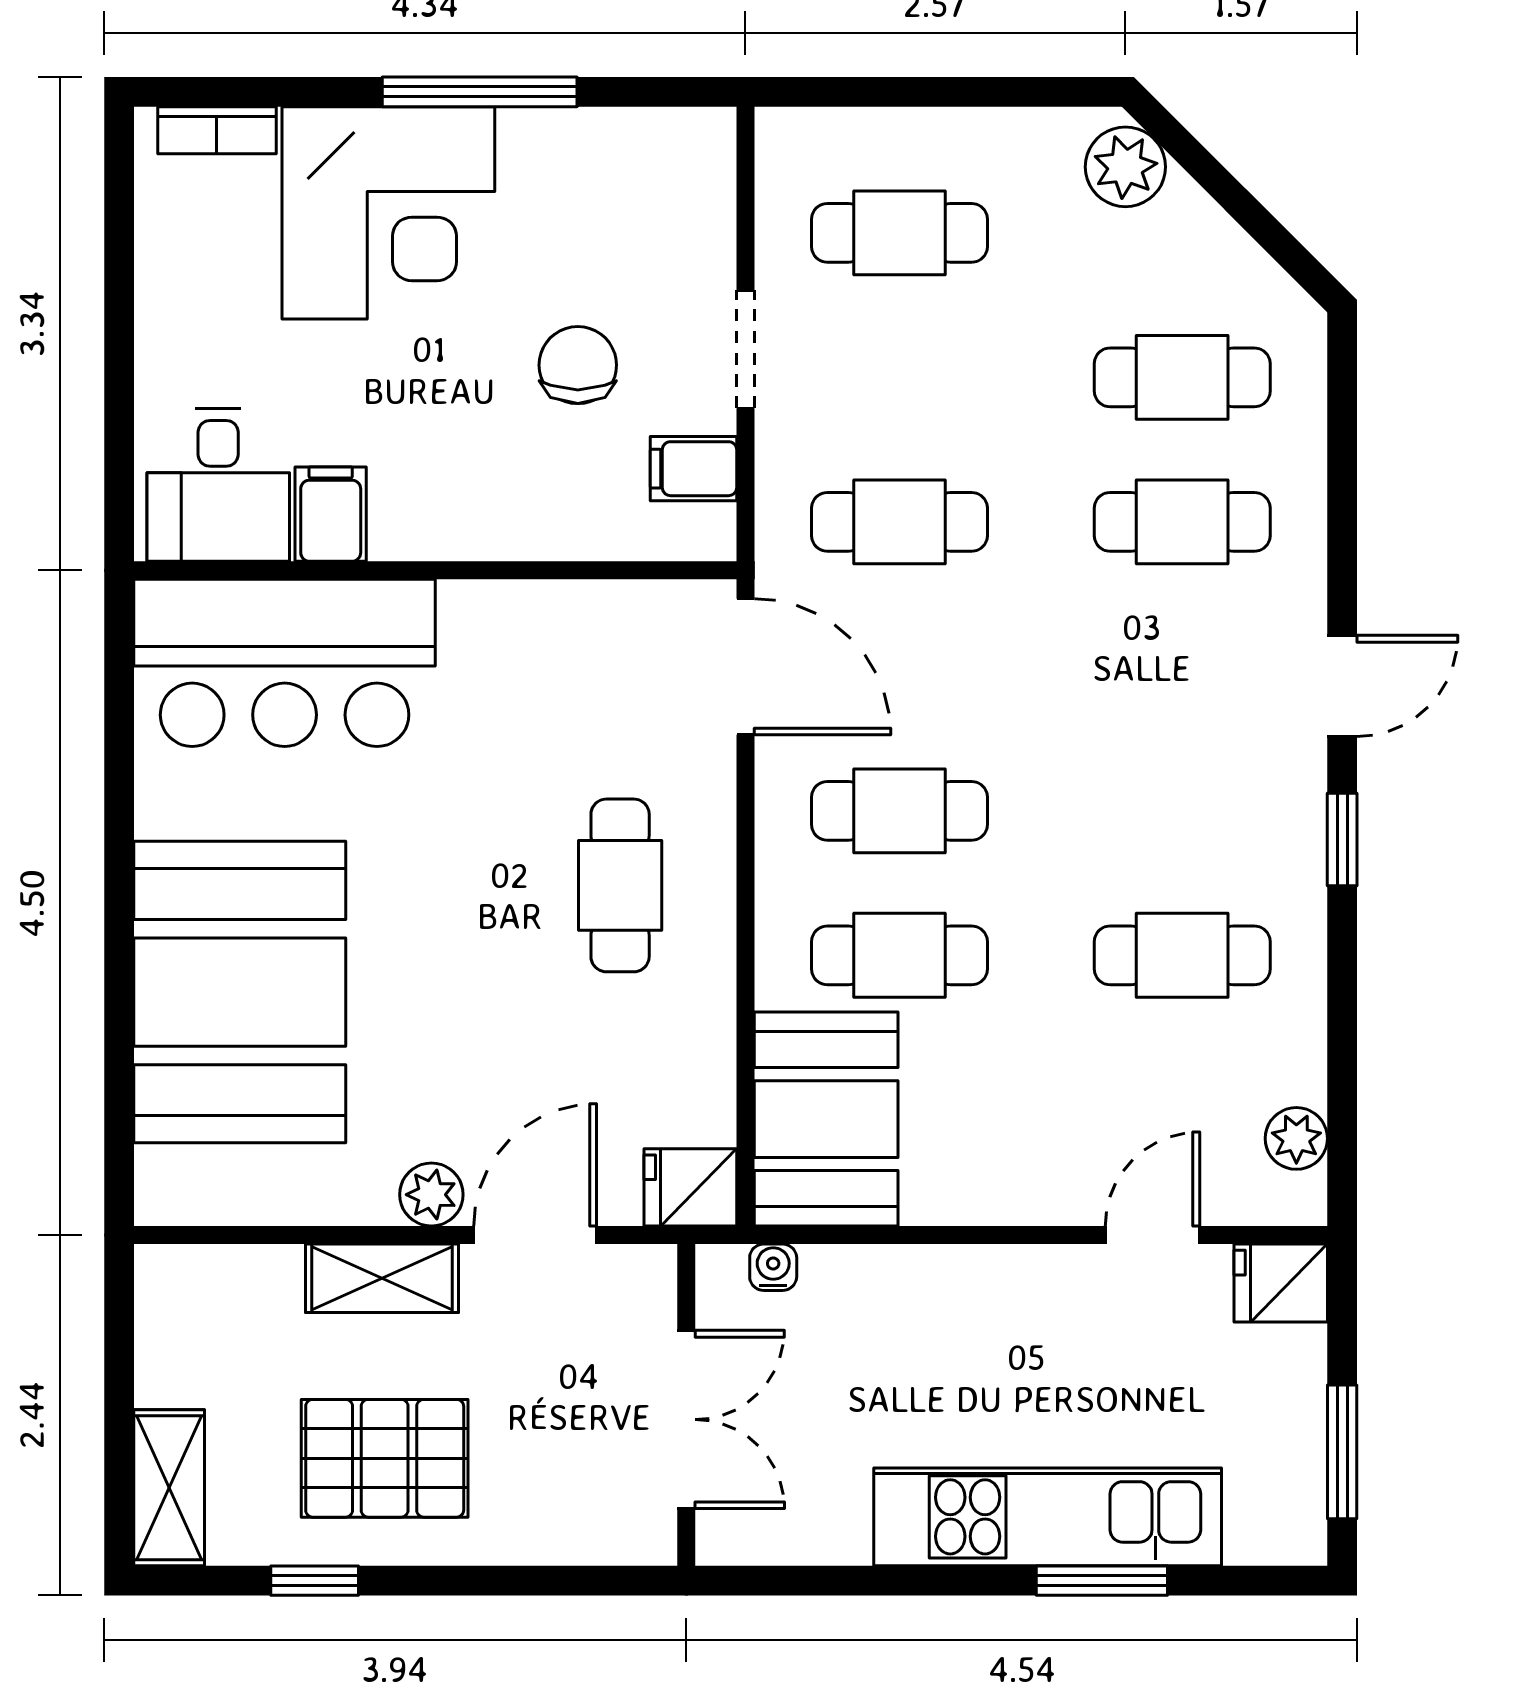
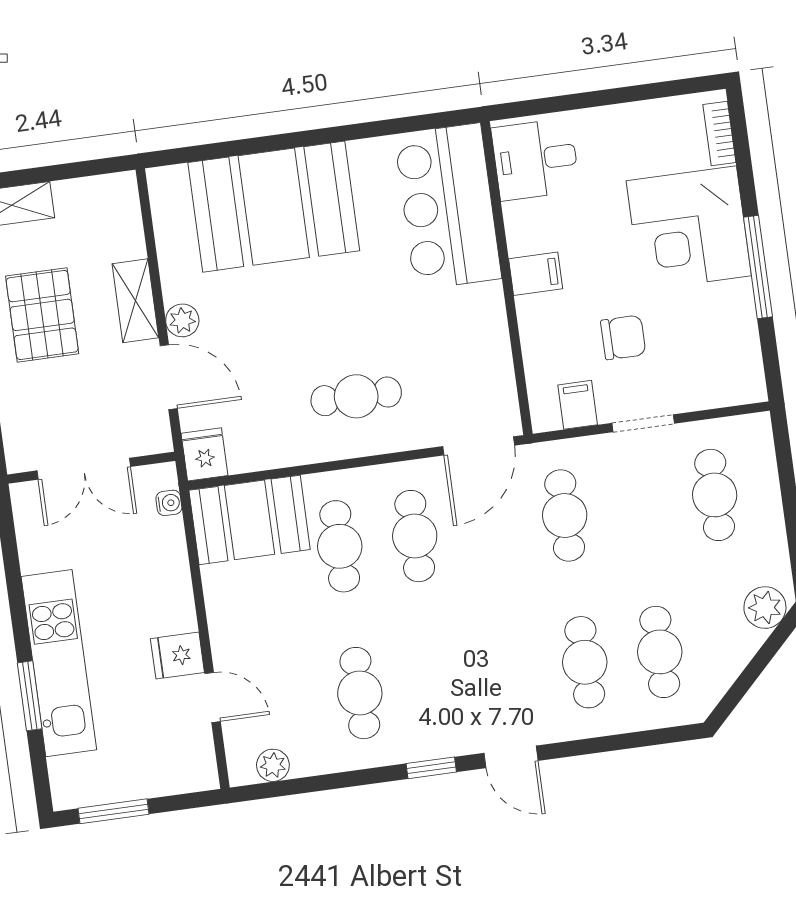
filing cabinet: (331, 514) -> (536, 274), moved
fridge: (1281, 1283) -> (177, 656), moved, turned -90

